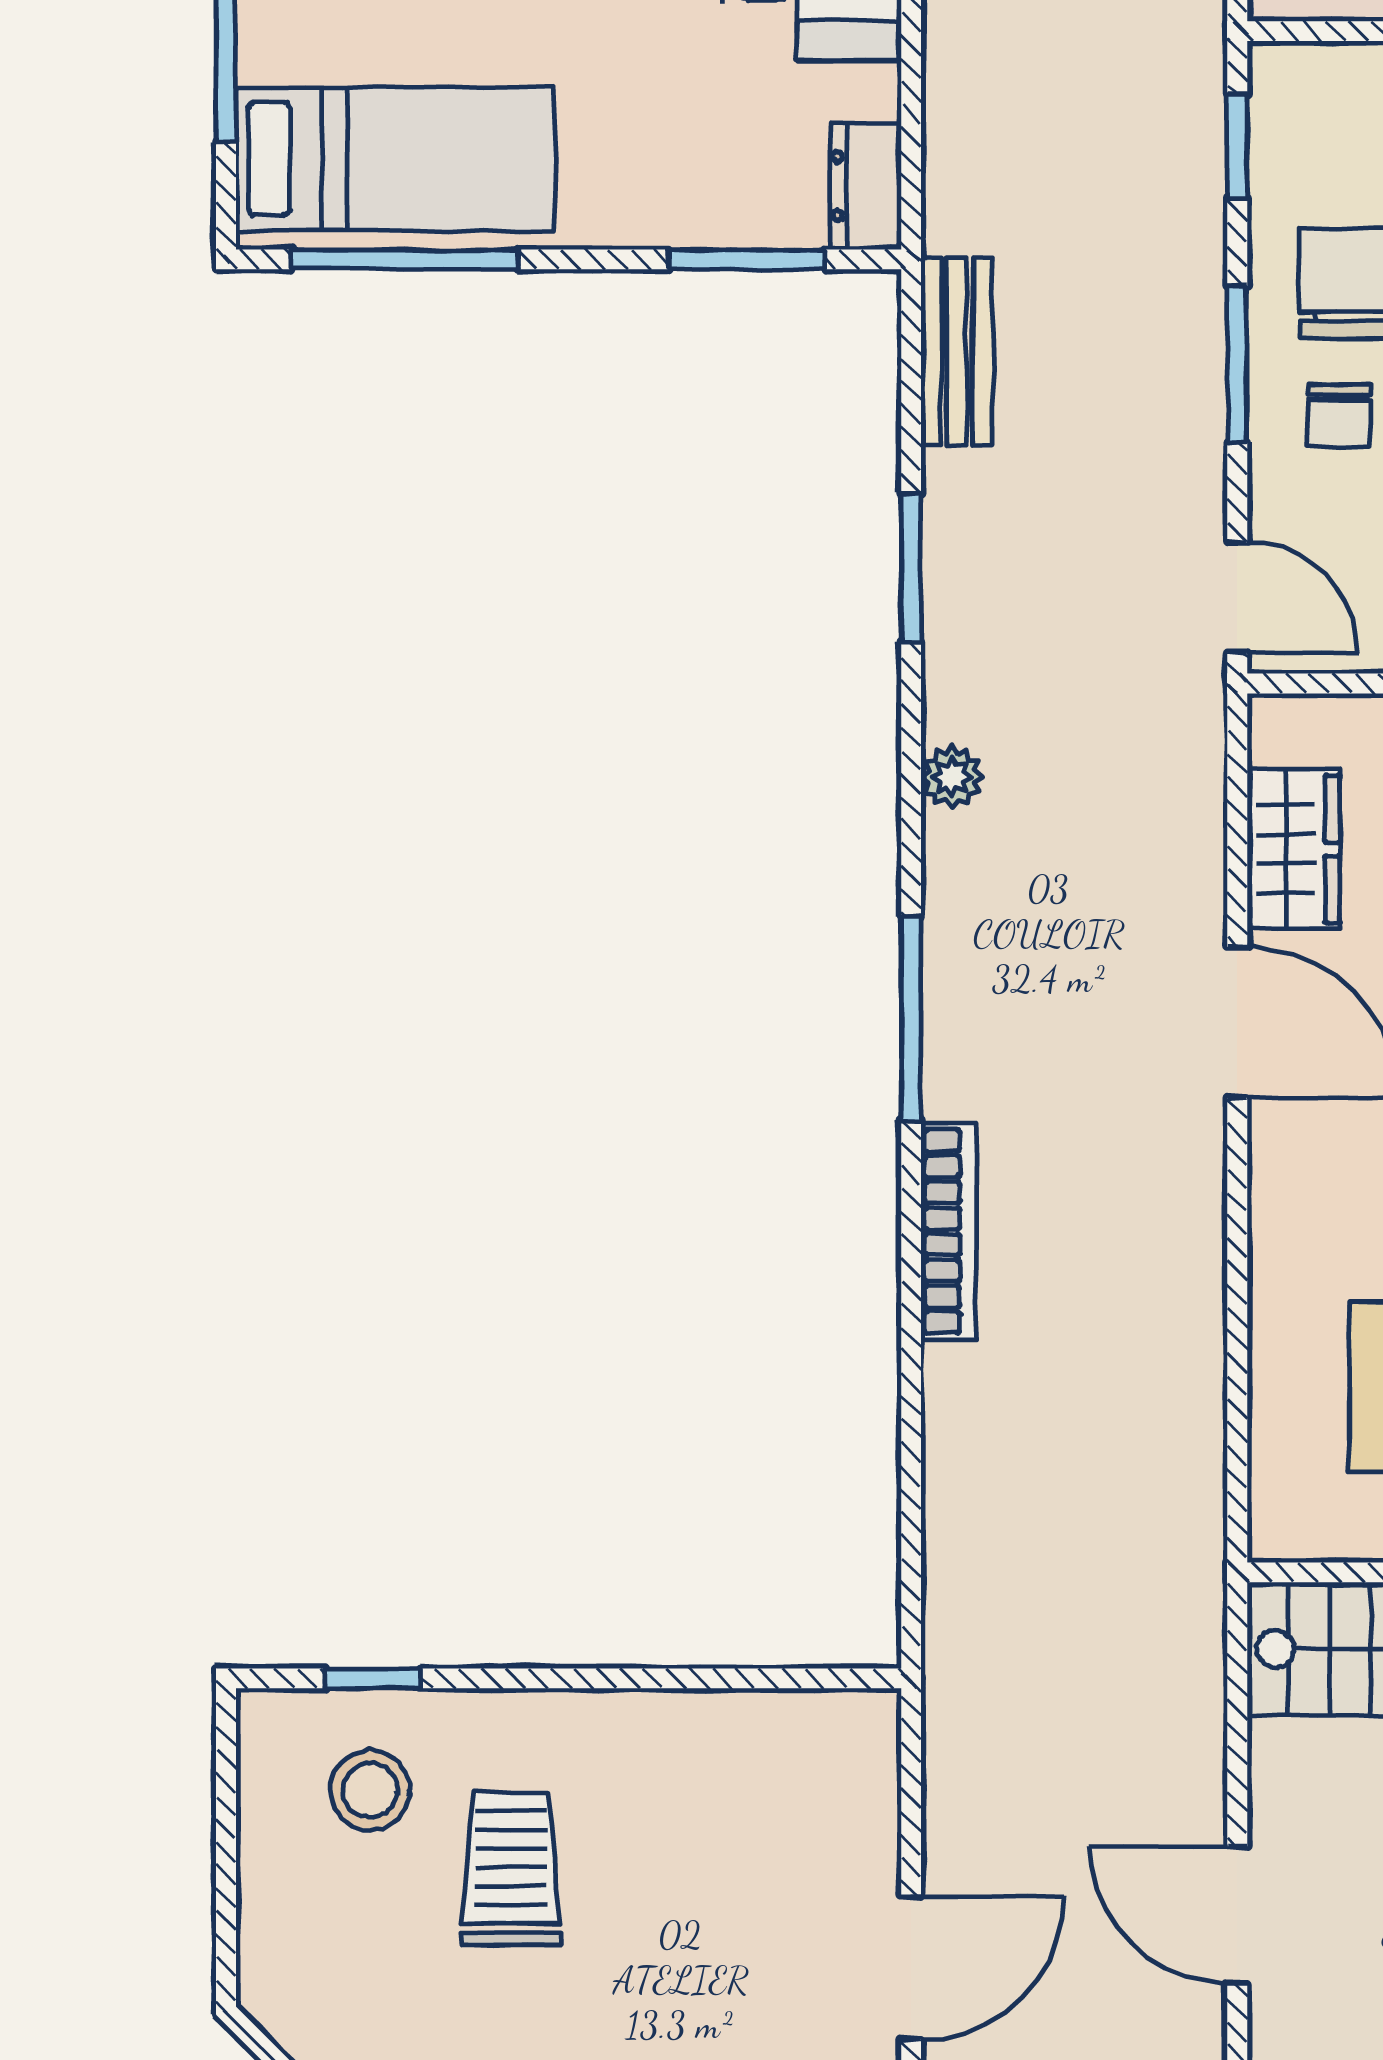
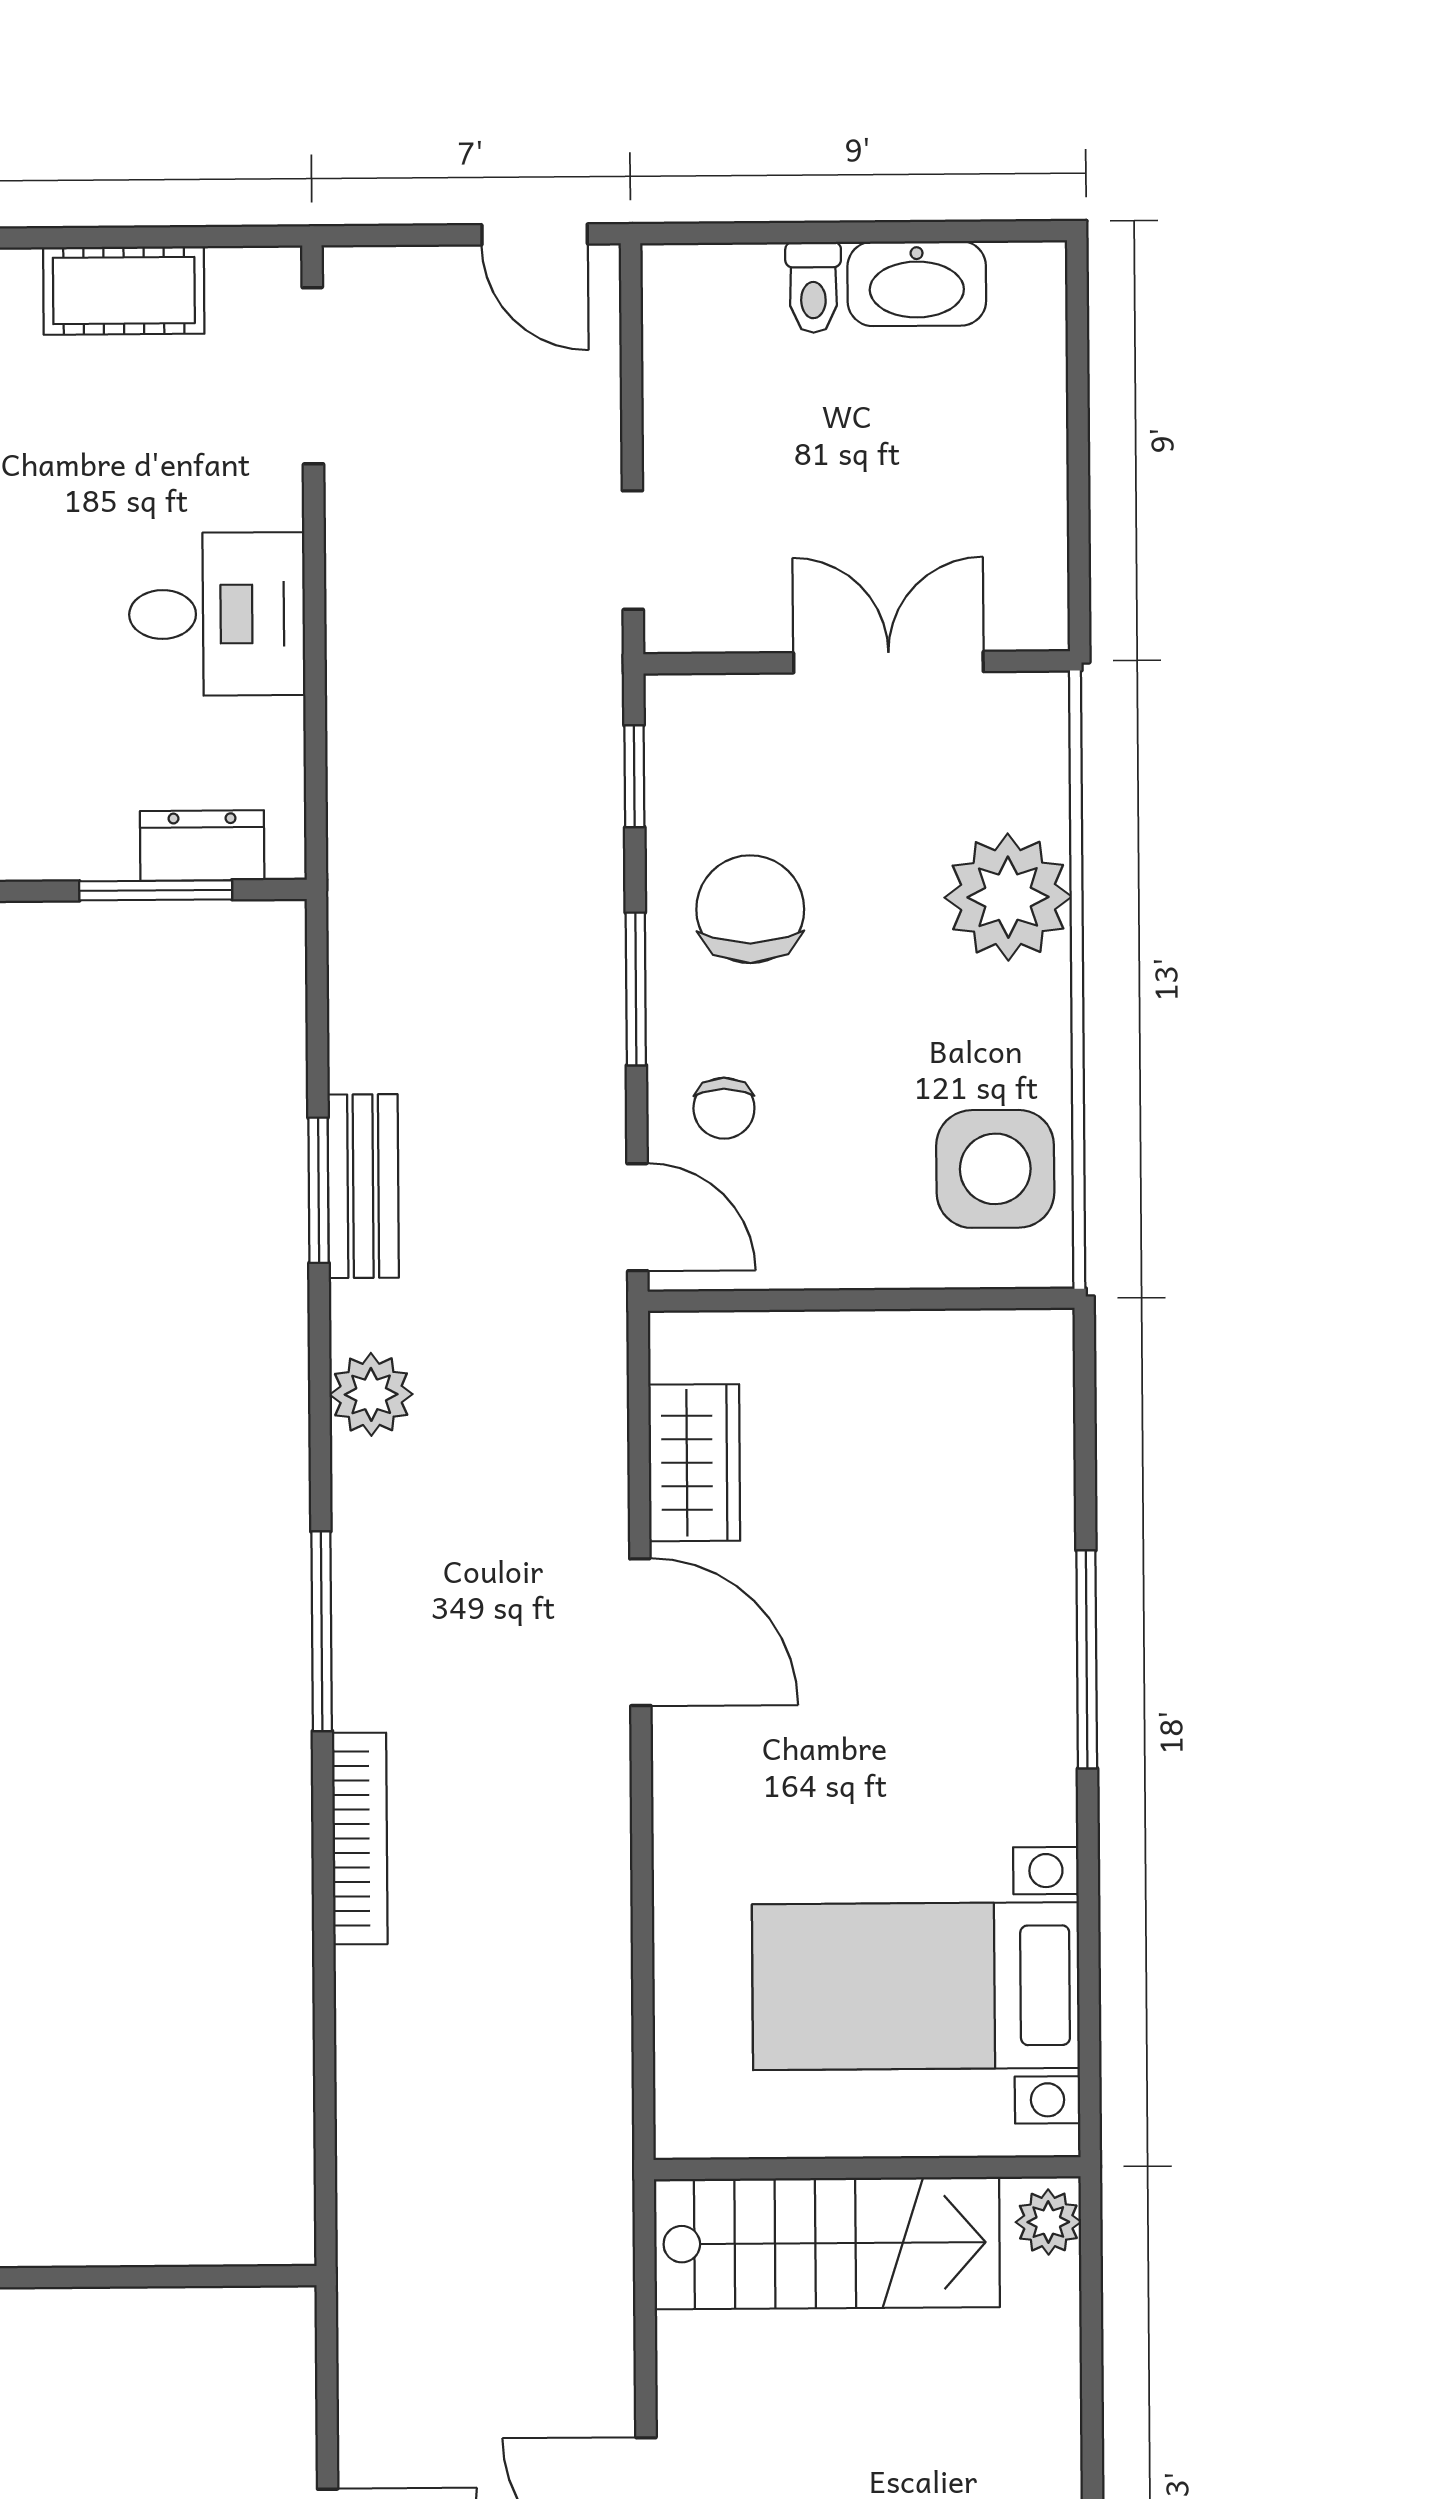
dresser: (866, 186) -> (202, 846), moved, turned 90
bench: (957, 352) -> (363, 1186), moved
chair: (1339, 416) -> (724, 1108), moved
plant: (952, 777) -> (371, 1394), width x1.38, depth x1.38

